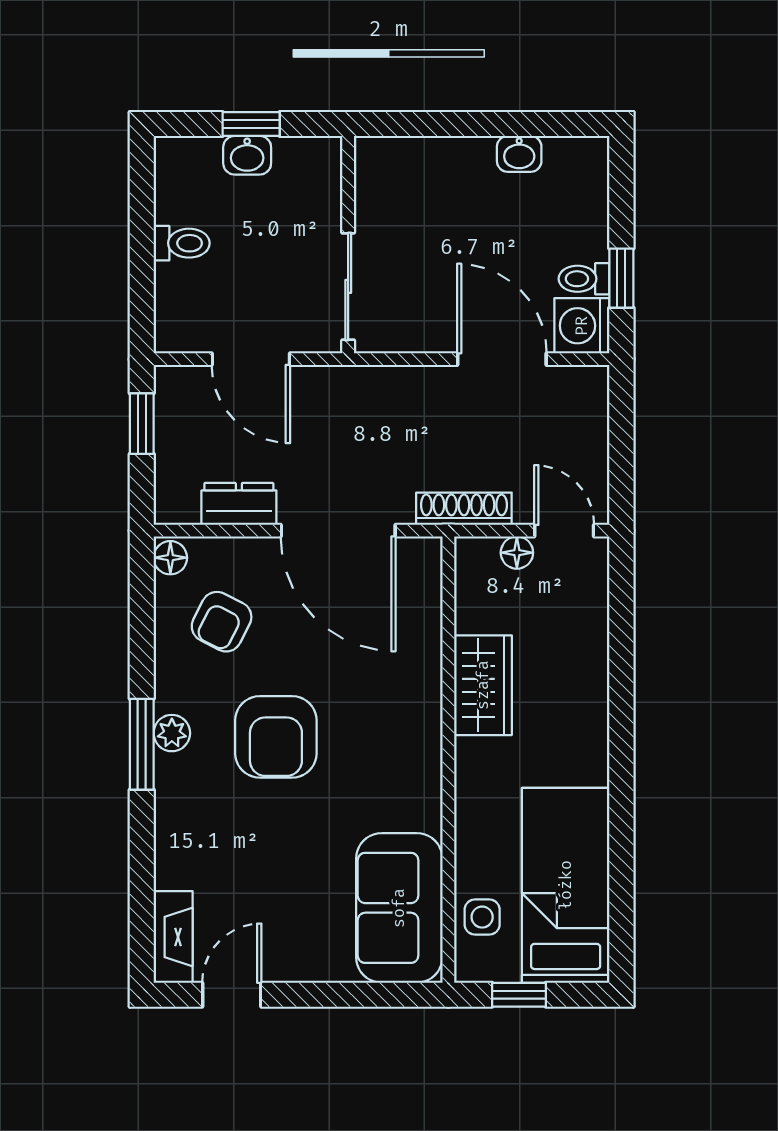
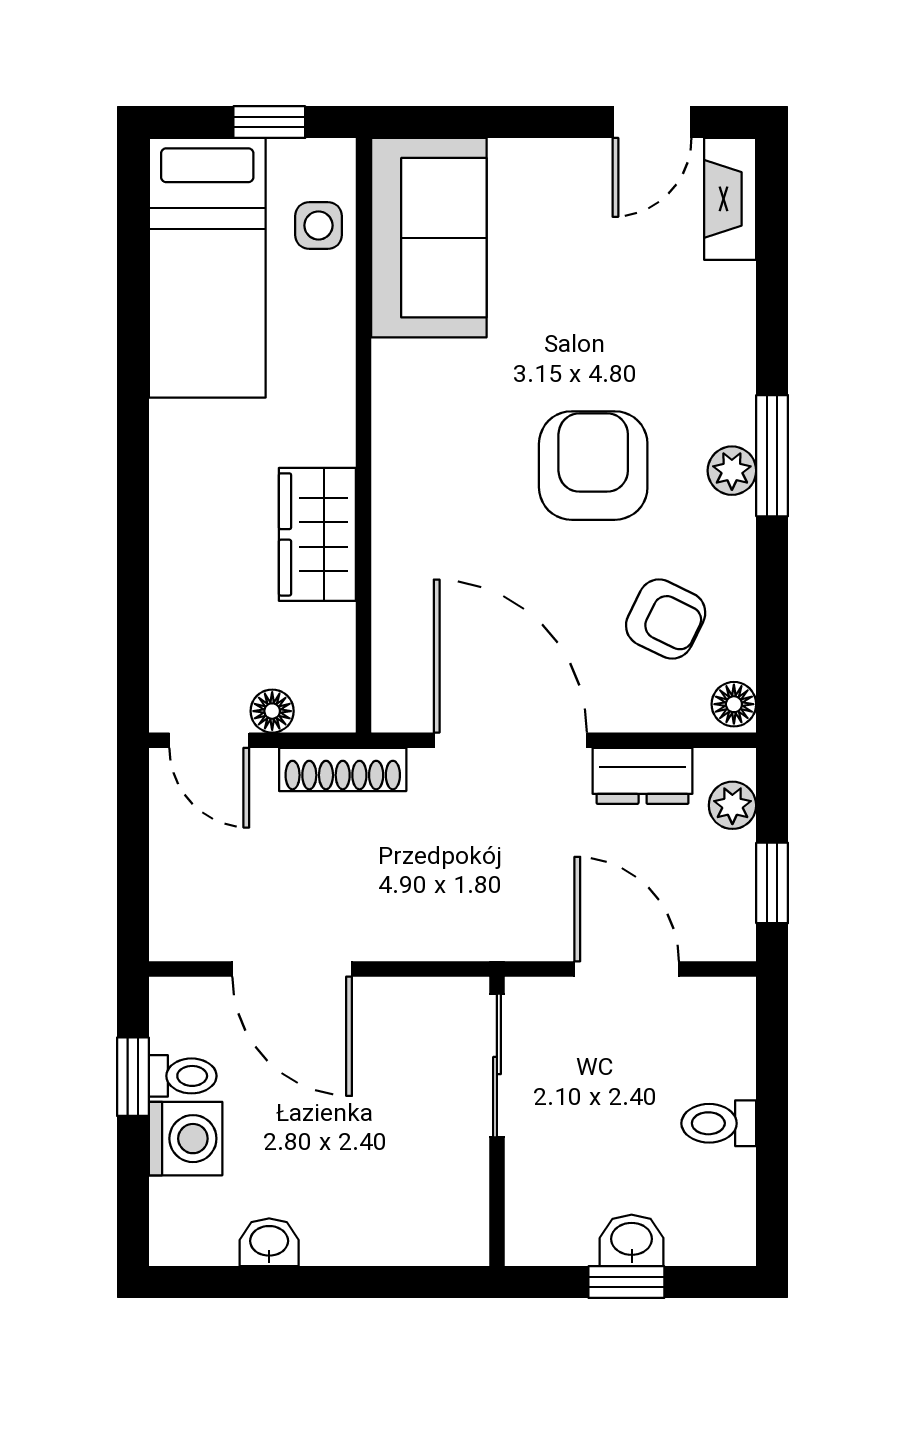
washing machine: (582, 326) -> (186, 1139), moved
plant: (171, 482) -> (732, 805), added
armchair: (222, 622) -> (666, 619), turned 89

